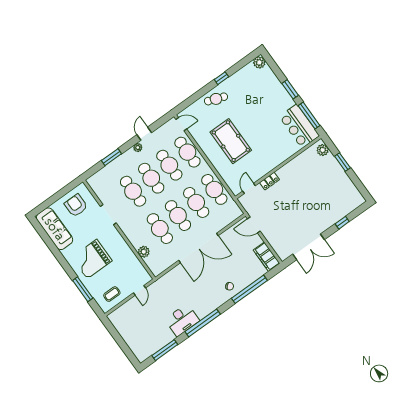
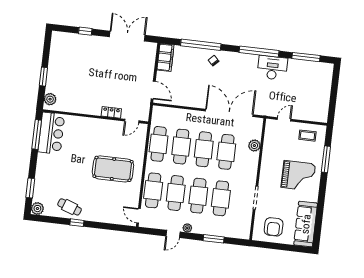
window: (290, 89) -> (30, 188), moved
cafe table: (216, 99) -> (70, 207), moved
pool table: (231, 141) -> (113, 169), turned 90
double door: (198, 248) -> (229, 113), moved

